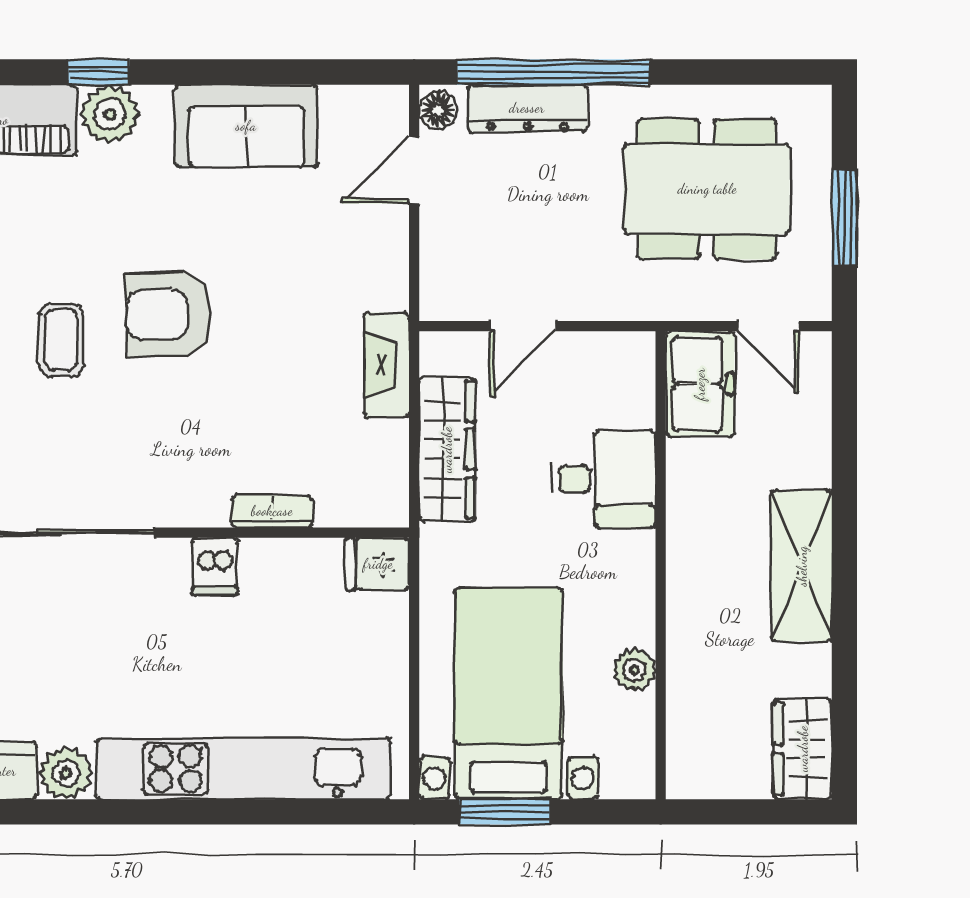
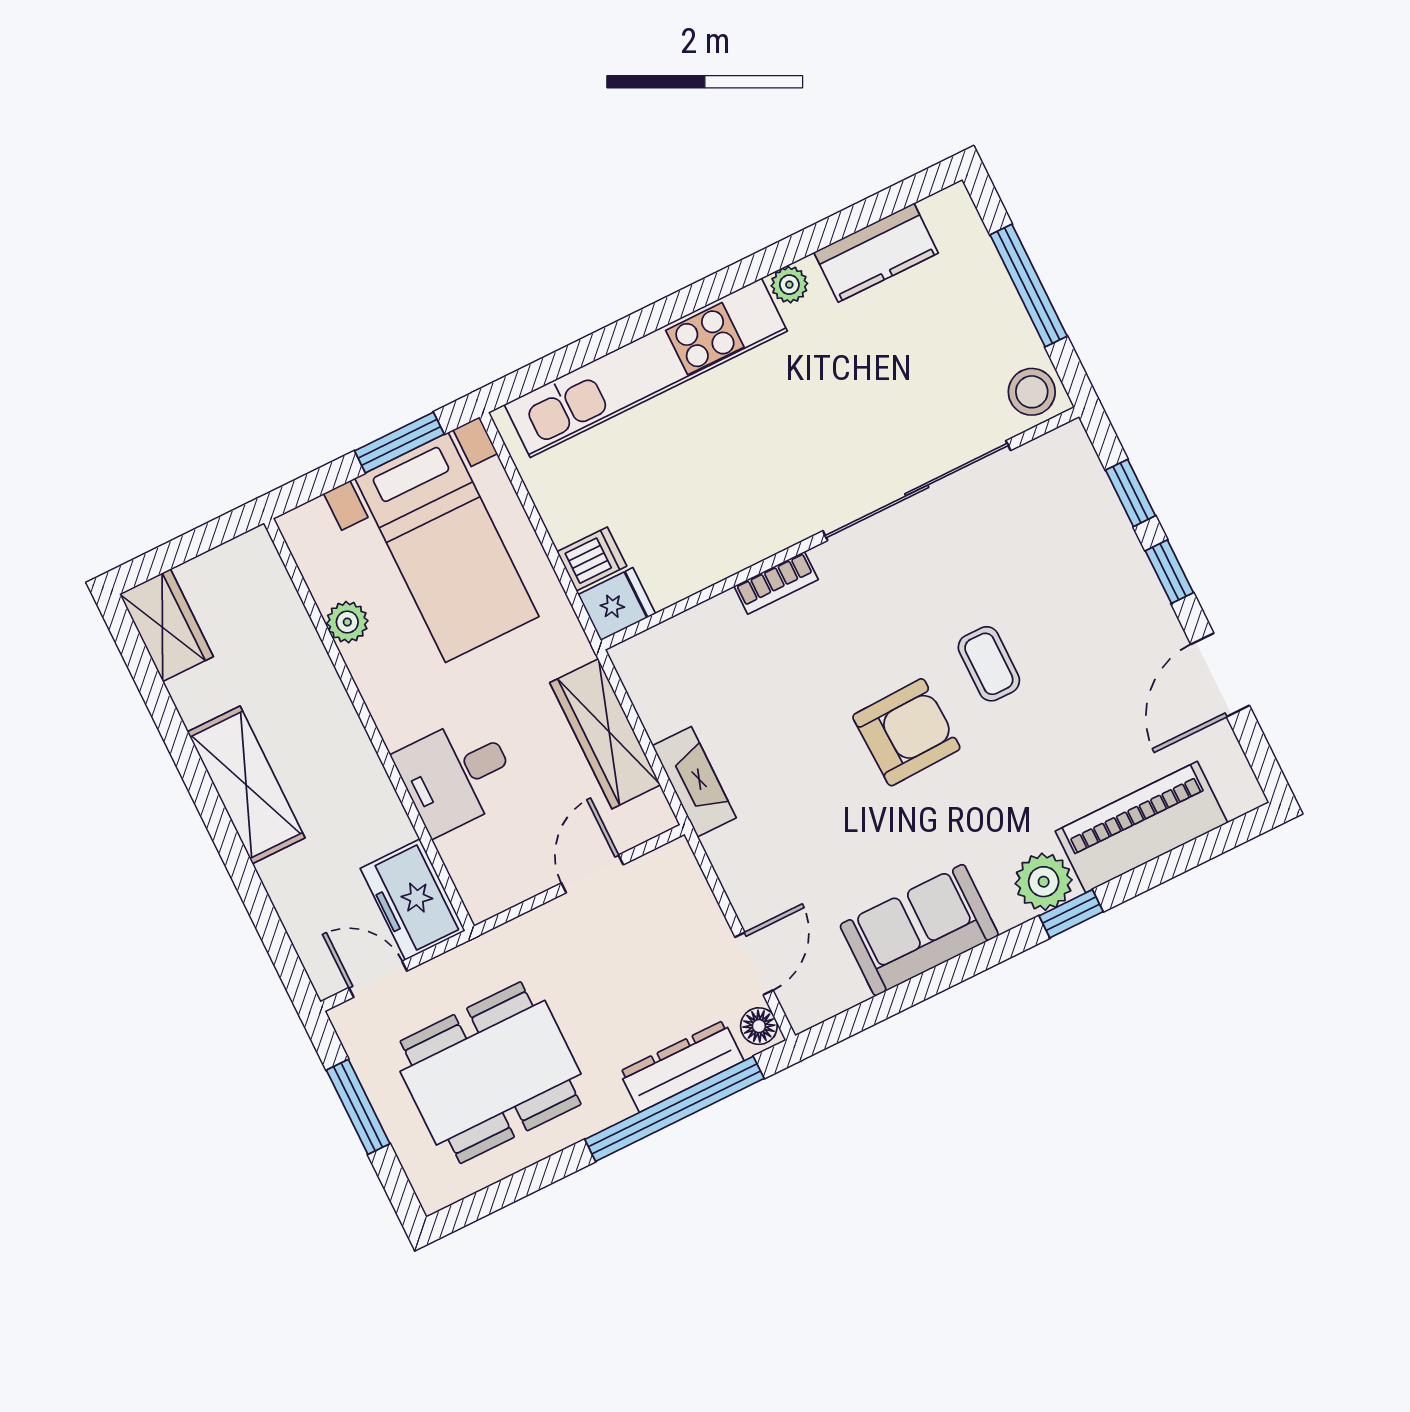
bookcase: (272, 511) -> (776, 583), moved
dishwasher: (215, 567) -> (592, 559), moved, turned 90
plant: (66, 773) -> (789, 285), width x0.73, depth x0.73

